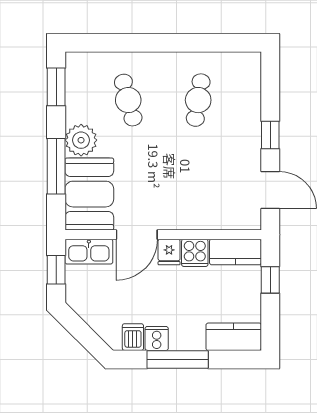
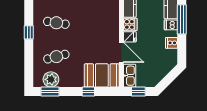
window: (178, 43) -> (29, 32), added
plant: (81, 140) -> (51, 79), moved
window: (56, 166) -> (88, 91), width x0.46
dishwasher: (133, 337) -> (171, 25), moved
window: (178, 359) -> (182, 19), moved

